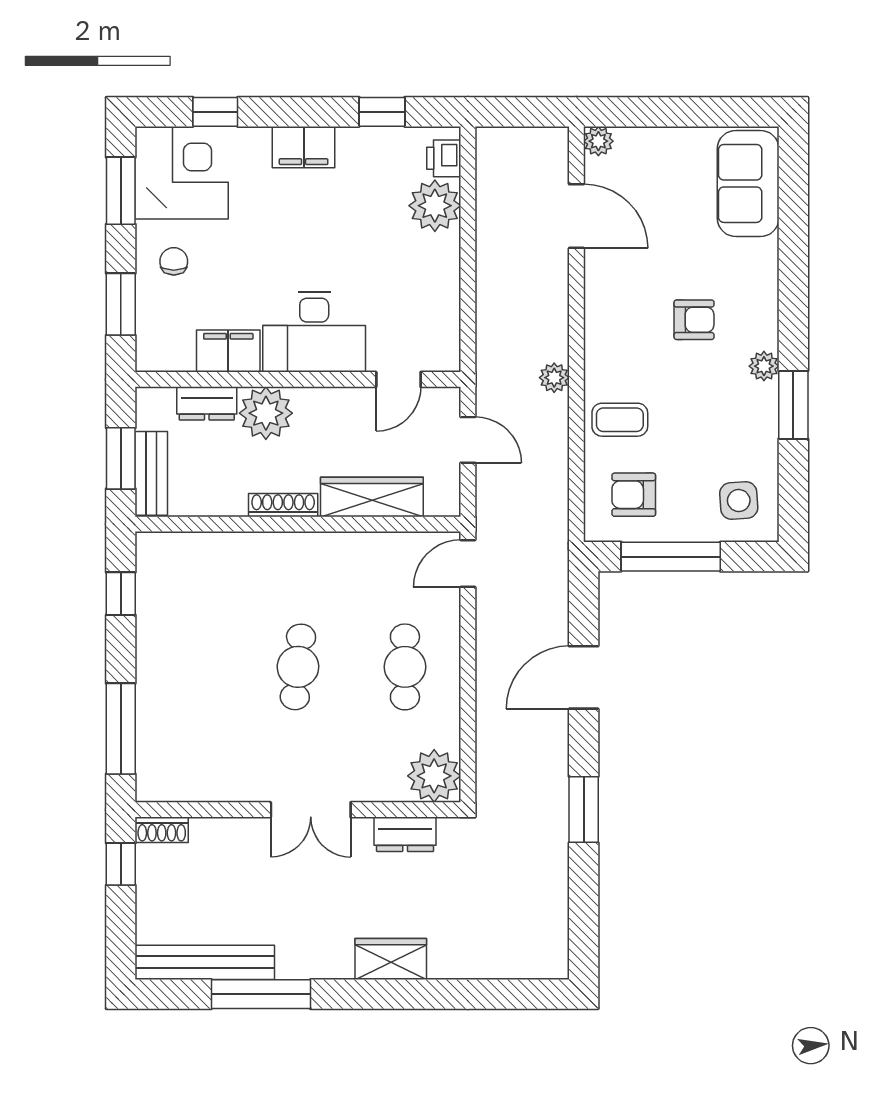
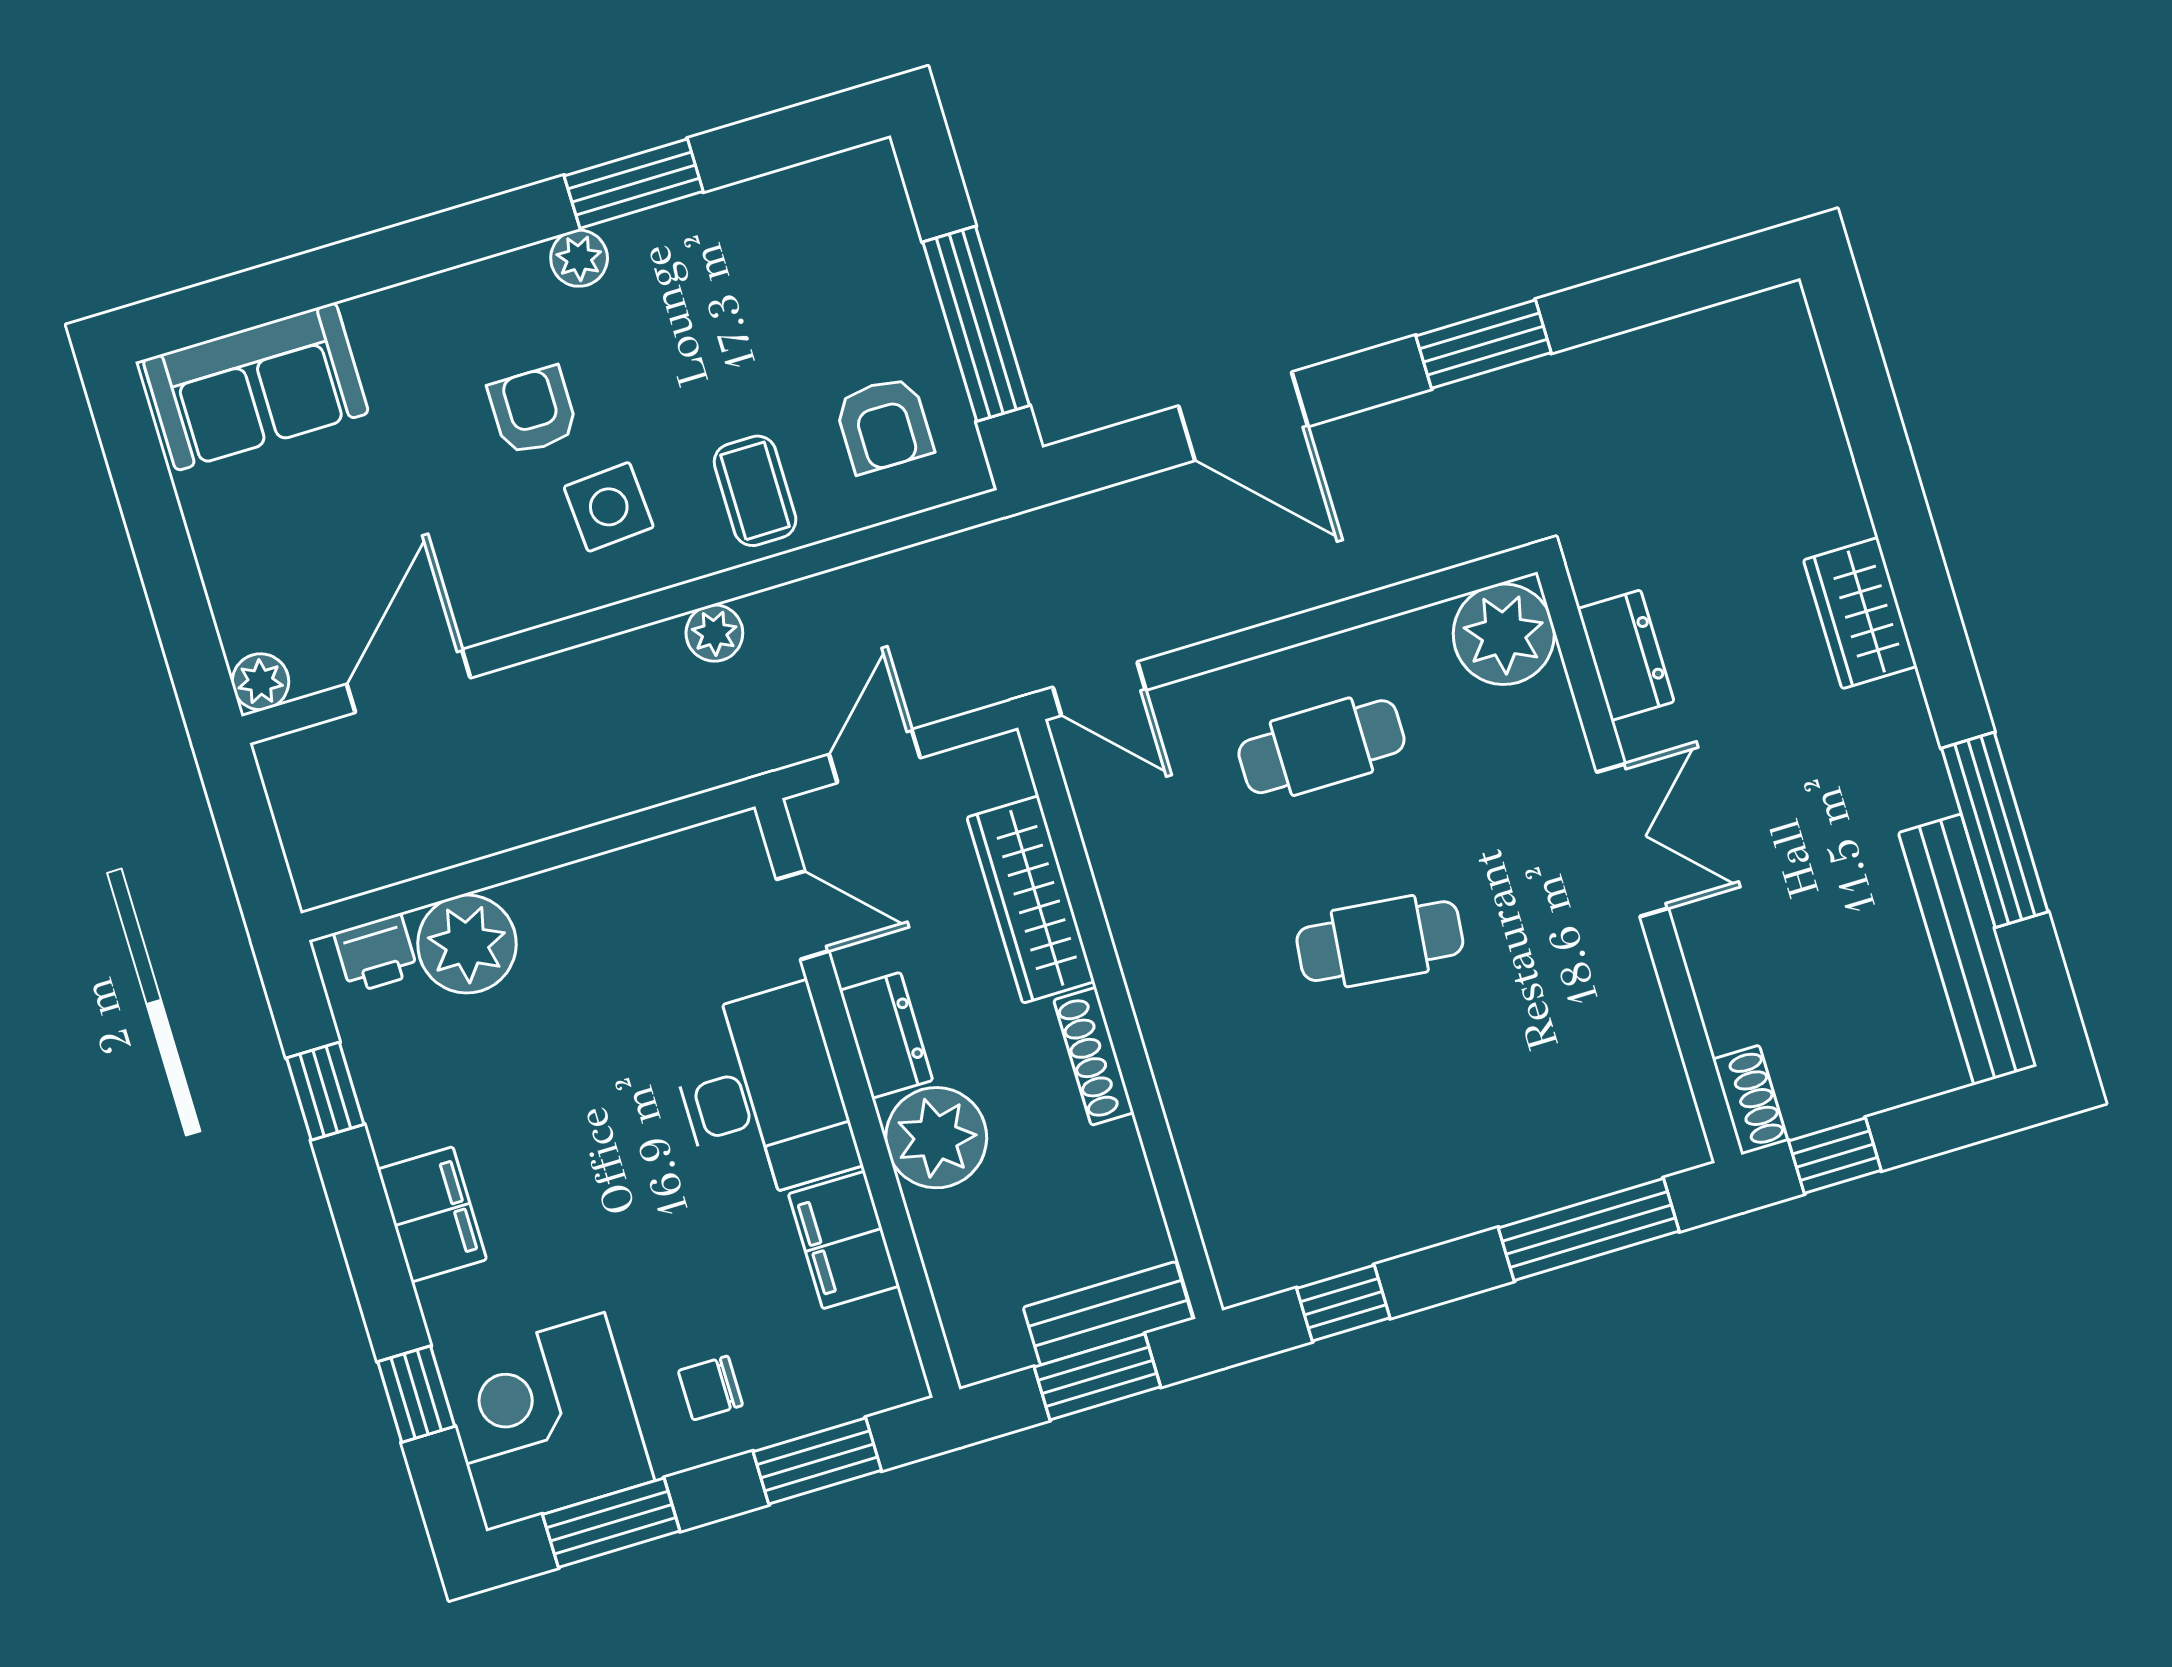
dresser: (207, 403) -> (886, 1035), moved
side table: (739, 501) -> (609, 507), moved

